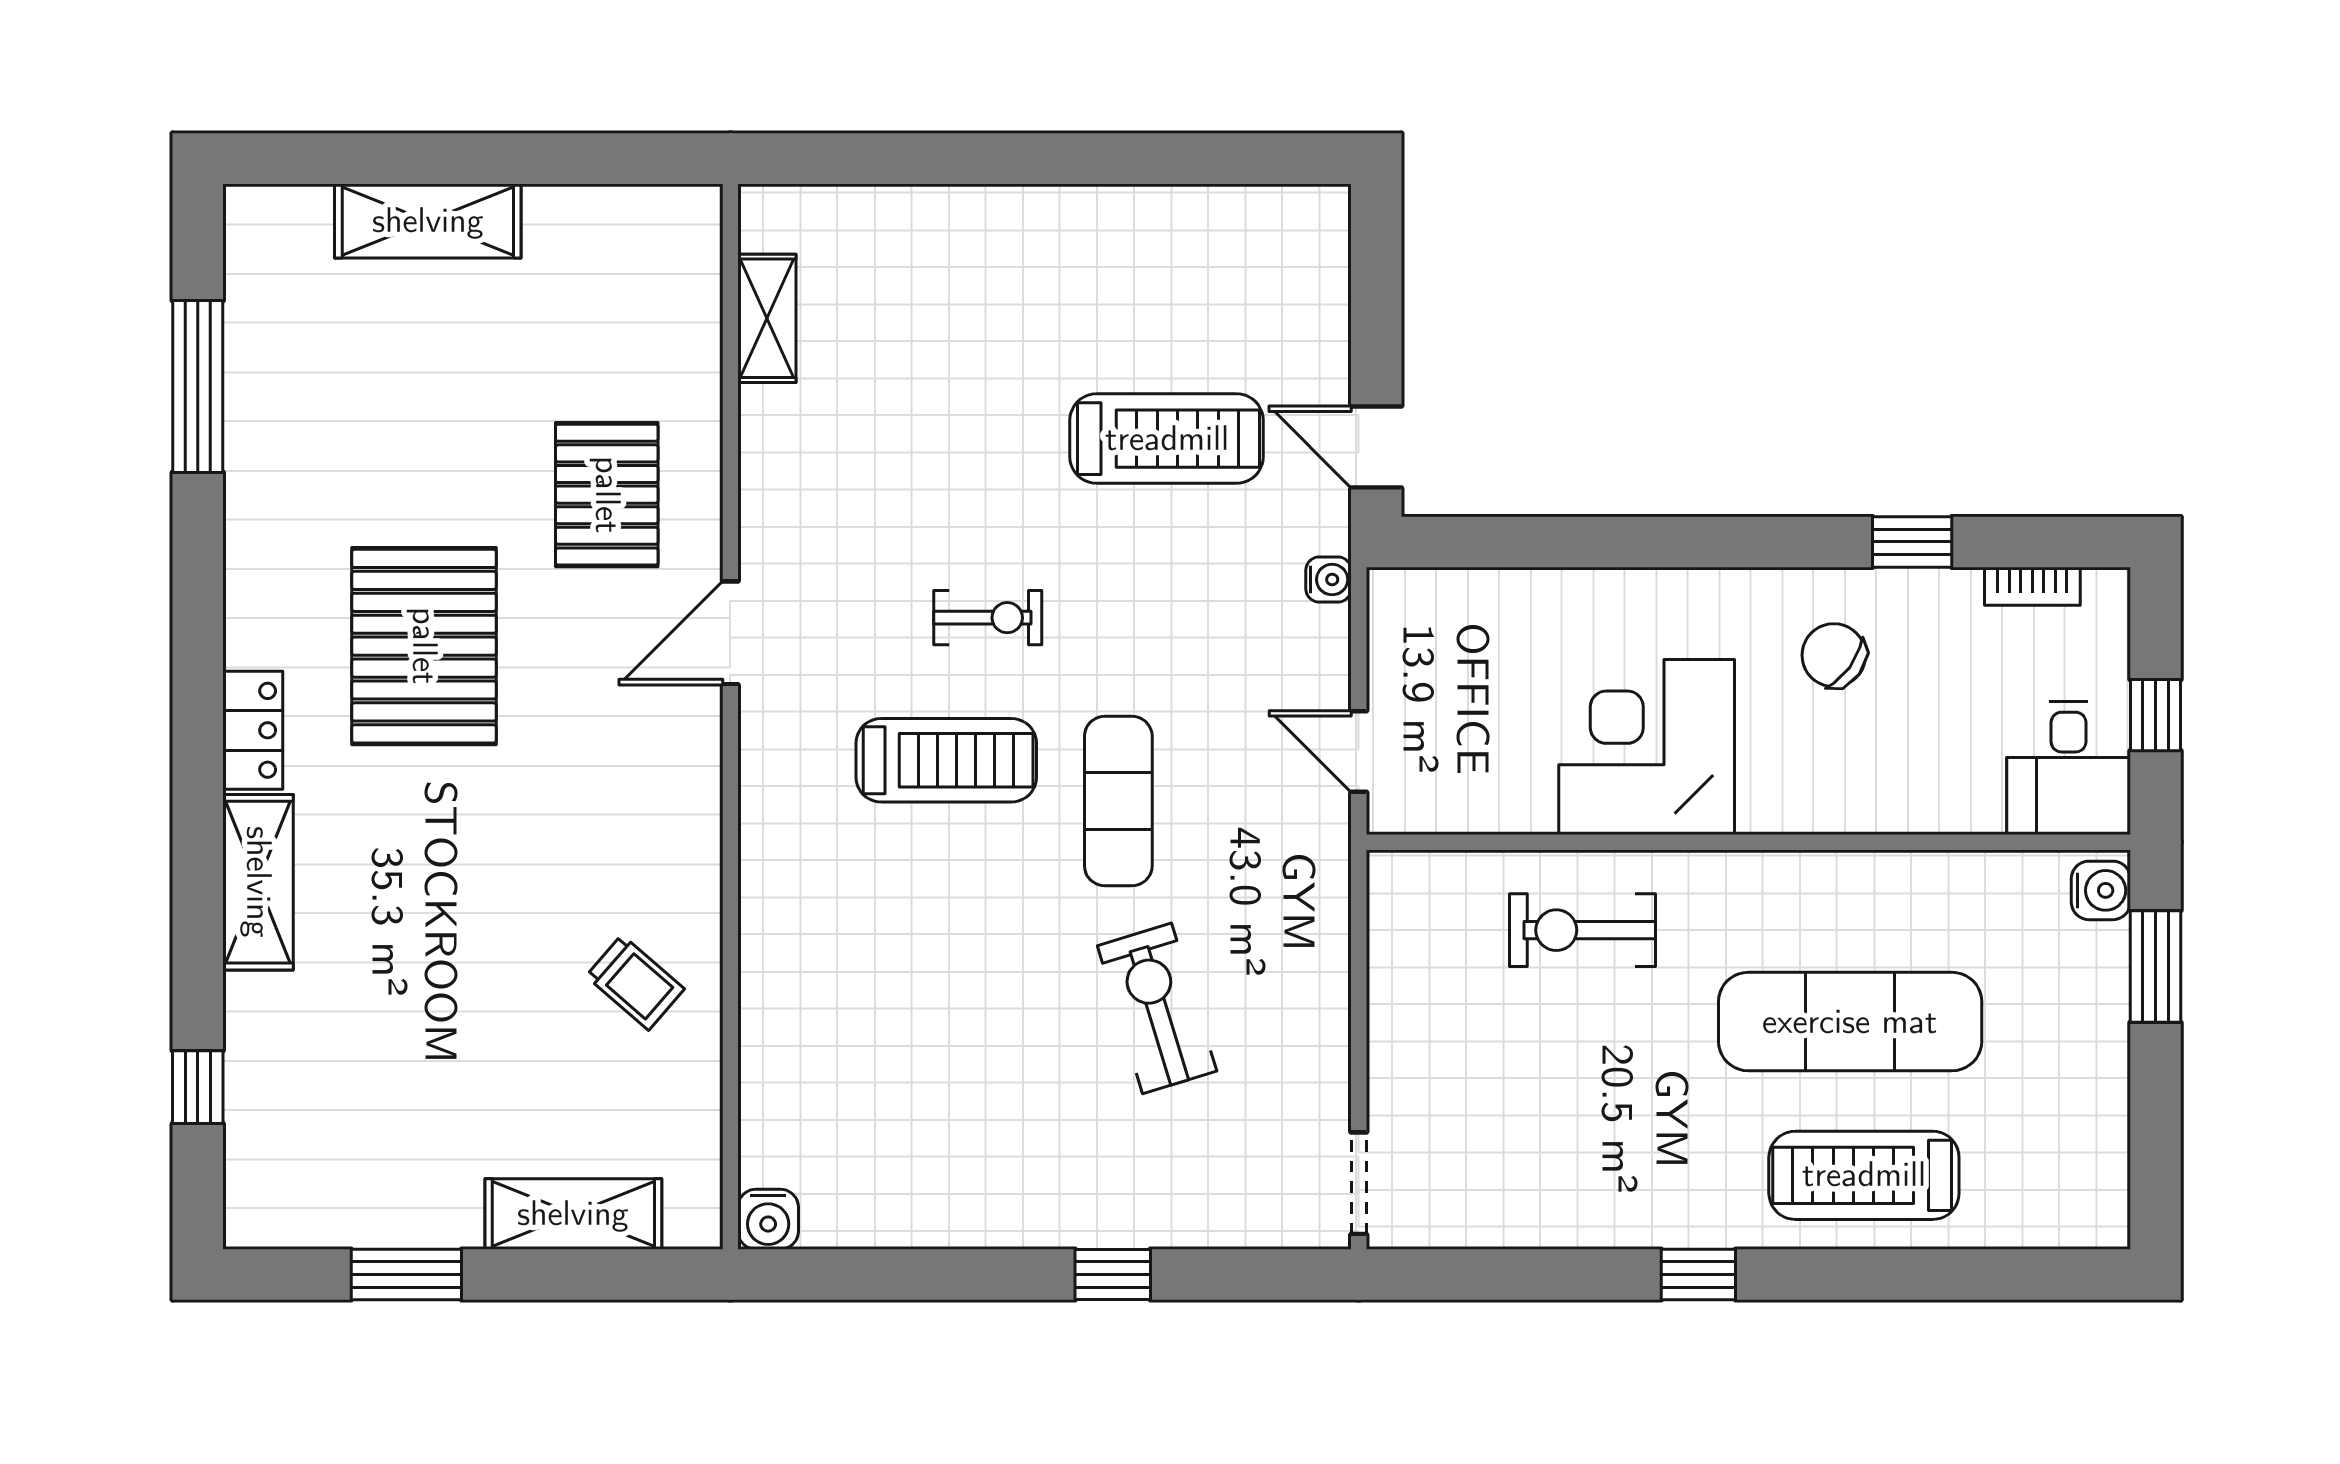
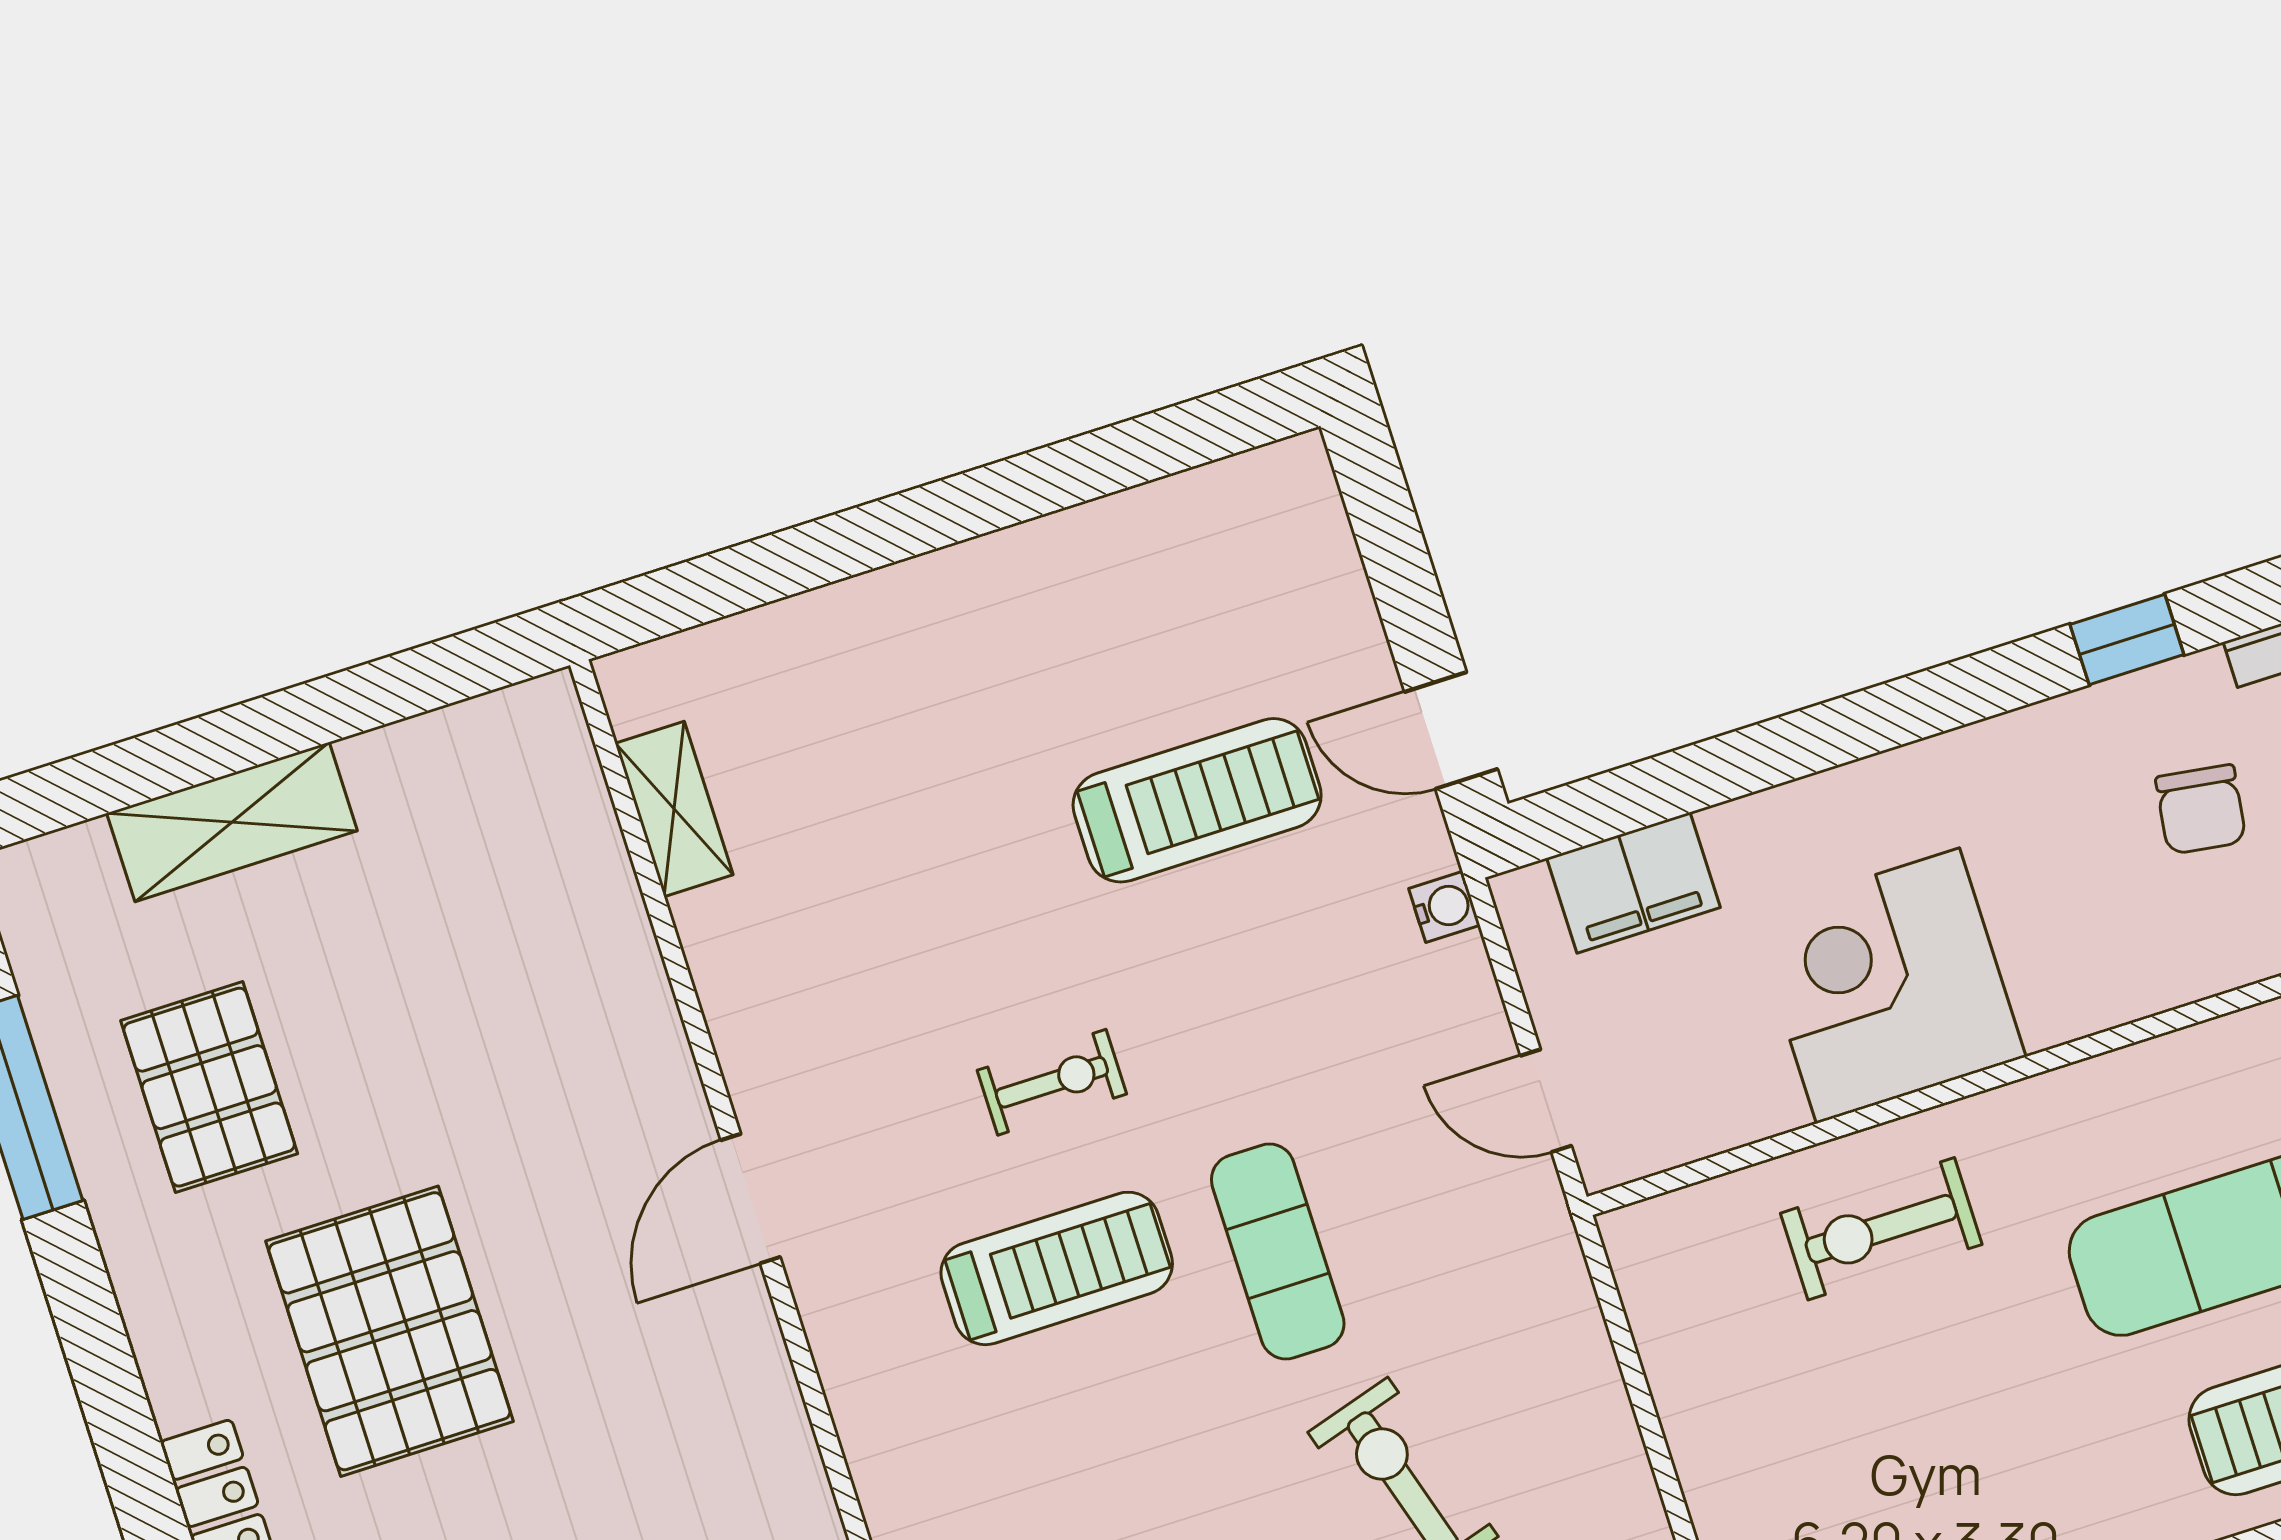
pallet: (607, 495) -> (209, 1087), moved
filing cabinet: (1478, 607) -> (1633, 883), added
chair: (1834, 655) -> (2201, 809), moved, turned -118

